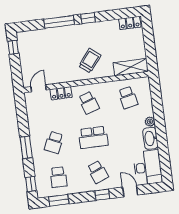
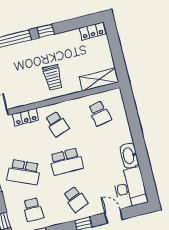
trolley: (90, 61) -> (53, 78), turned 141
plant: (150, 122) -> (127, 137), removed
school desk: (54, 142) -> (24, 172), width x1.85

